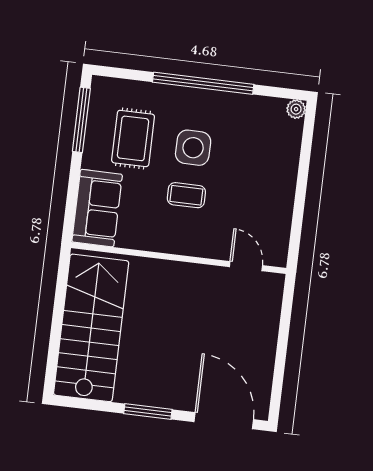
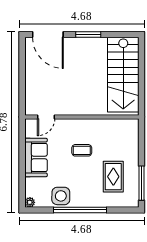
side table: (193, 148) -> (61, 196), moved
sofa: (97, 208) -> (36, 158), moved, turned 180
door: (246, 266) -> (46, 117), hinge flipped

